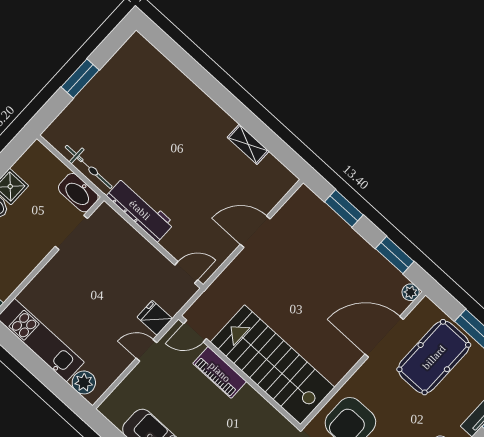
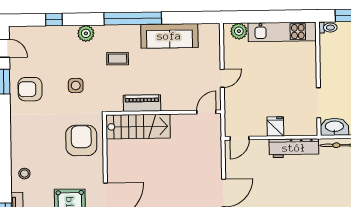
fridge: (155, 318) -> (275, 126), moved, turned -90
stairs: (273, 365) -> (138, 127), width x0.73, depth x0.66
piano: (220, 372) -> (142, 103), moved

